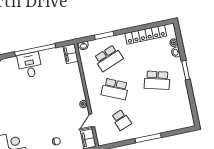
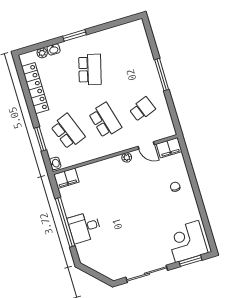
school desk: (115, 89) -> (105, 120), turned -39

